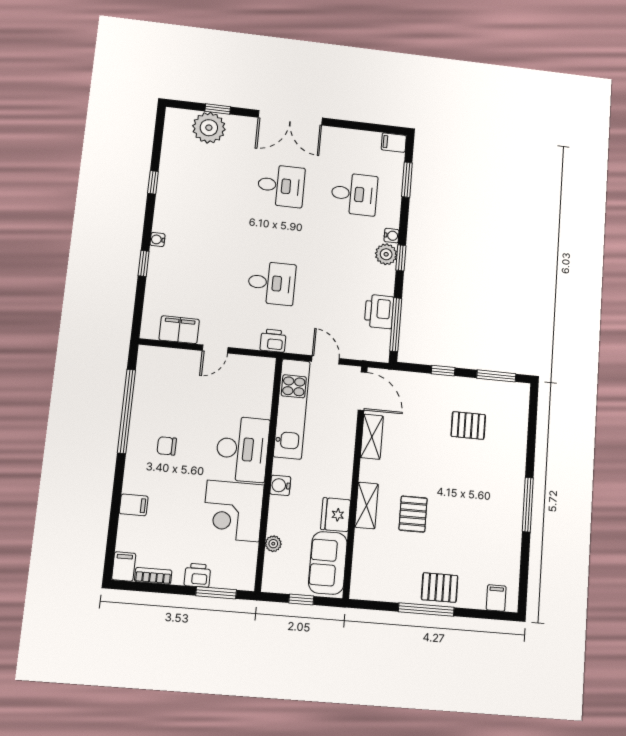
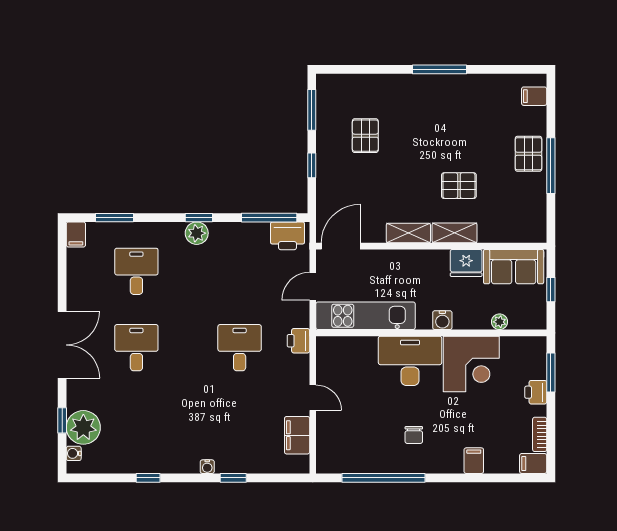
water cooler: (391, 236) -> (74, 453), moved, turned -90
printer: (379, 312) -> (287, 236), moved
shelving: (372, 437) -> (408, 233), moved

